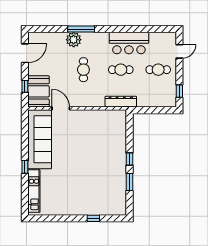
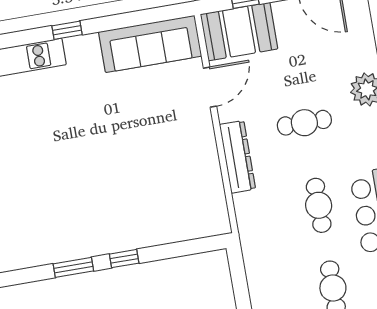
dresser: (121, 102) -> (237, 157), moved
sofa: (40, 139) -> (150, 44), width x0.74, depth x0.79

